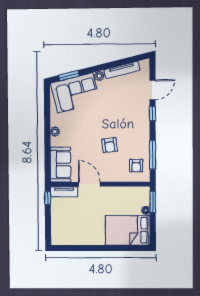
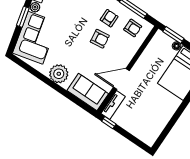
window: (69, 75) -> (23, 17), moved
plant: (55, 132) -> (59, 74), width x1.87, depth x1.87
armchair: (131, 141) -> (109, 18), added

